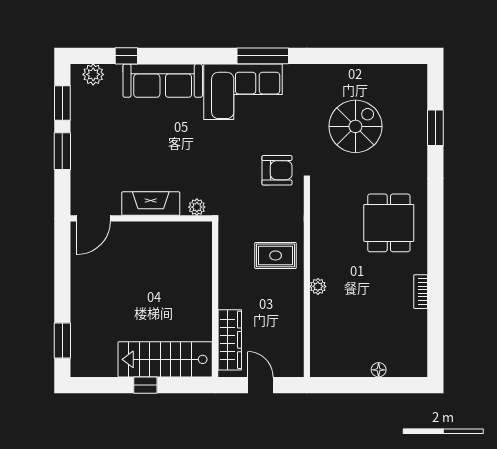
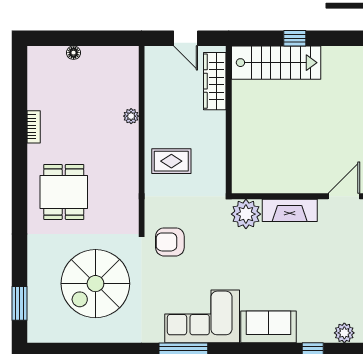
sofa: (163, 81) -> (268, 327), width x0.73
spiral stairs: (355, 126) -> (95, 284), width x1.37, depth x1.37
window: (435, 128) -> (20, 303), moved
plant: (197, 207) -> (246, 214), width x1.88, depth x1.88
plant: (318, 286) -> (131, 116), moved

